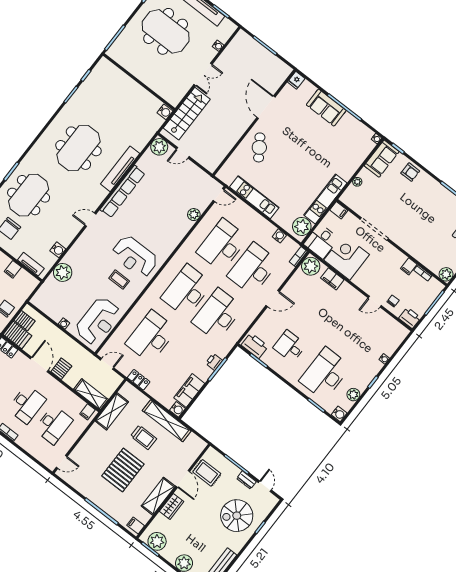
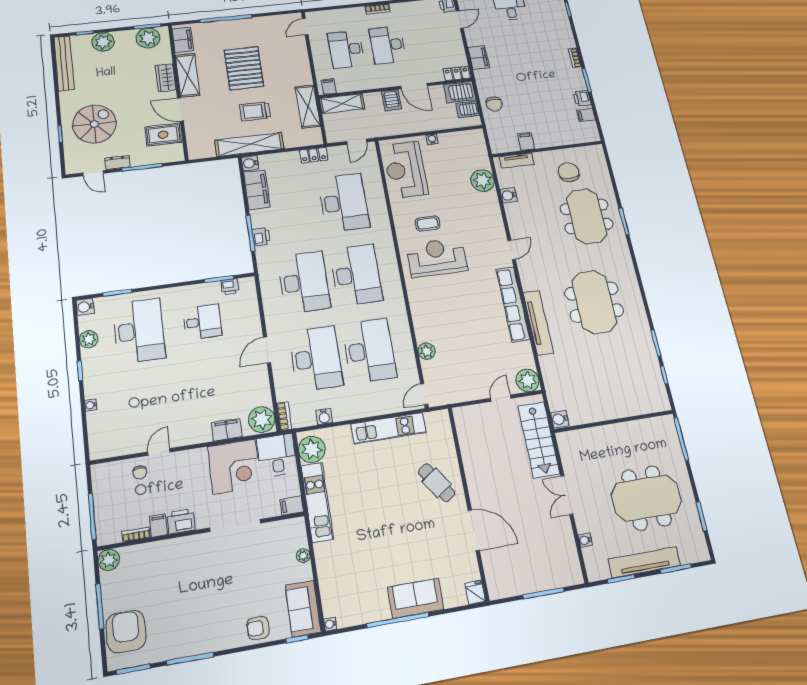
printer: (410, 318) -> (181, 521), moved, turned 180
printer: (255, 346) -> (230, 287), width x0.53, depth x0.68
filing cabinet: (136, 526) -> (183, 40), width x2.00

